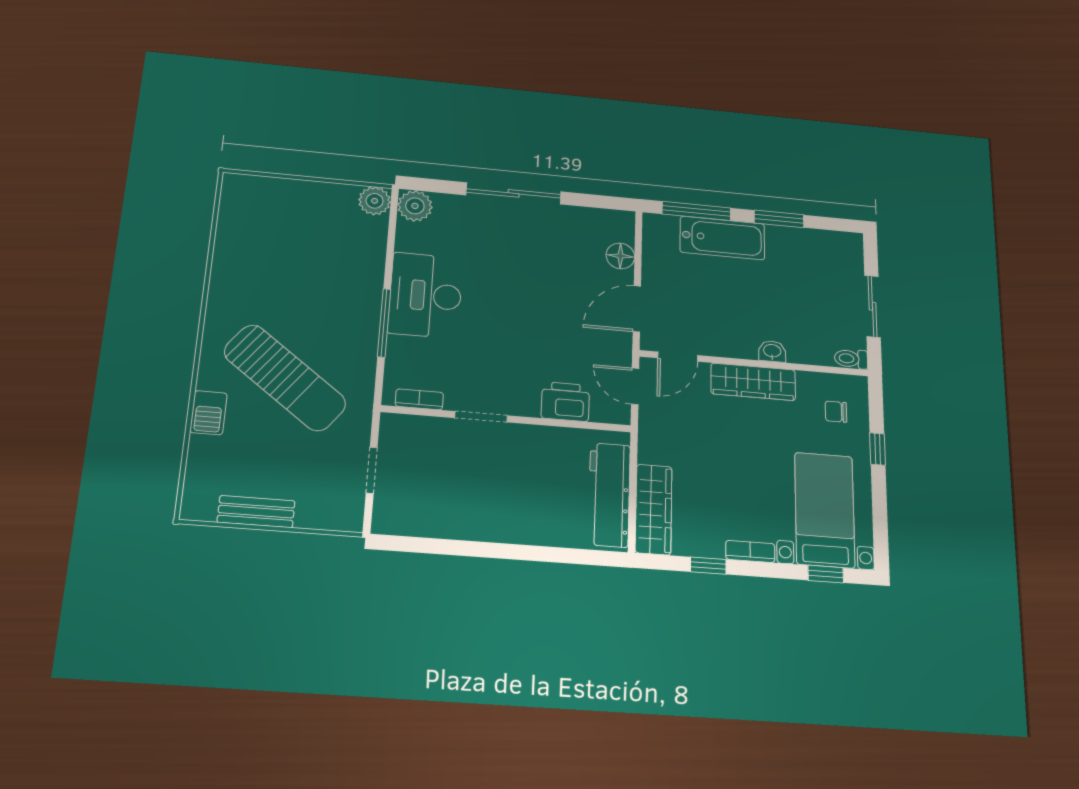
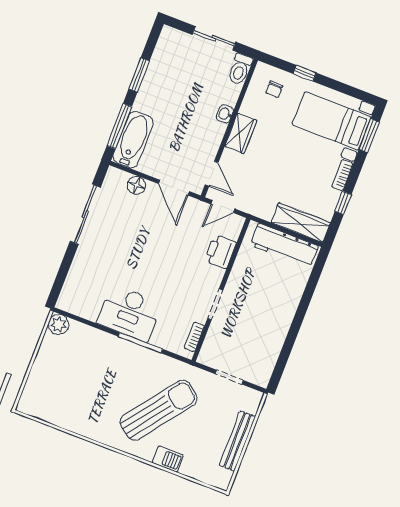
sliding door: (514, 193) -> (85, 214), moved
plant: (415, 206) -> (69, 301), removed
bathtub: (722, 238) -> (133, 140), moved
toilet: (851, 359) -> (240, 69), width x1.37, depth x1.39
wardrobe: (753, 382) -> (241, 133), width x0.67
bench: (256, 512) -> (237, 441), width x1.36
window: (826, 574) -> (369, 136), width x1.50

